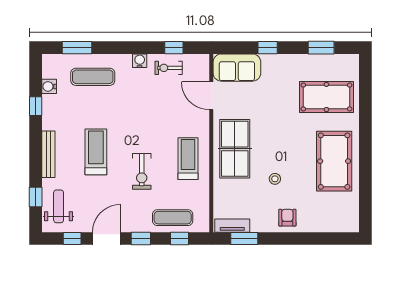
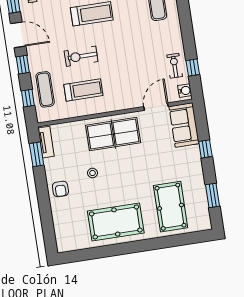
water cooler: (140, 61) -> (185, 91), moved
treadmill: (188, 159) -> (83, 90), moved
armchair: (287, 218) -> (60, 189), turned 90

